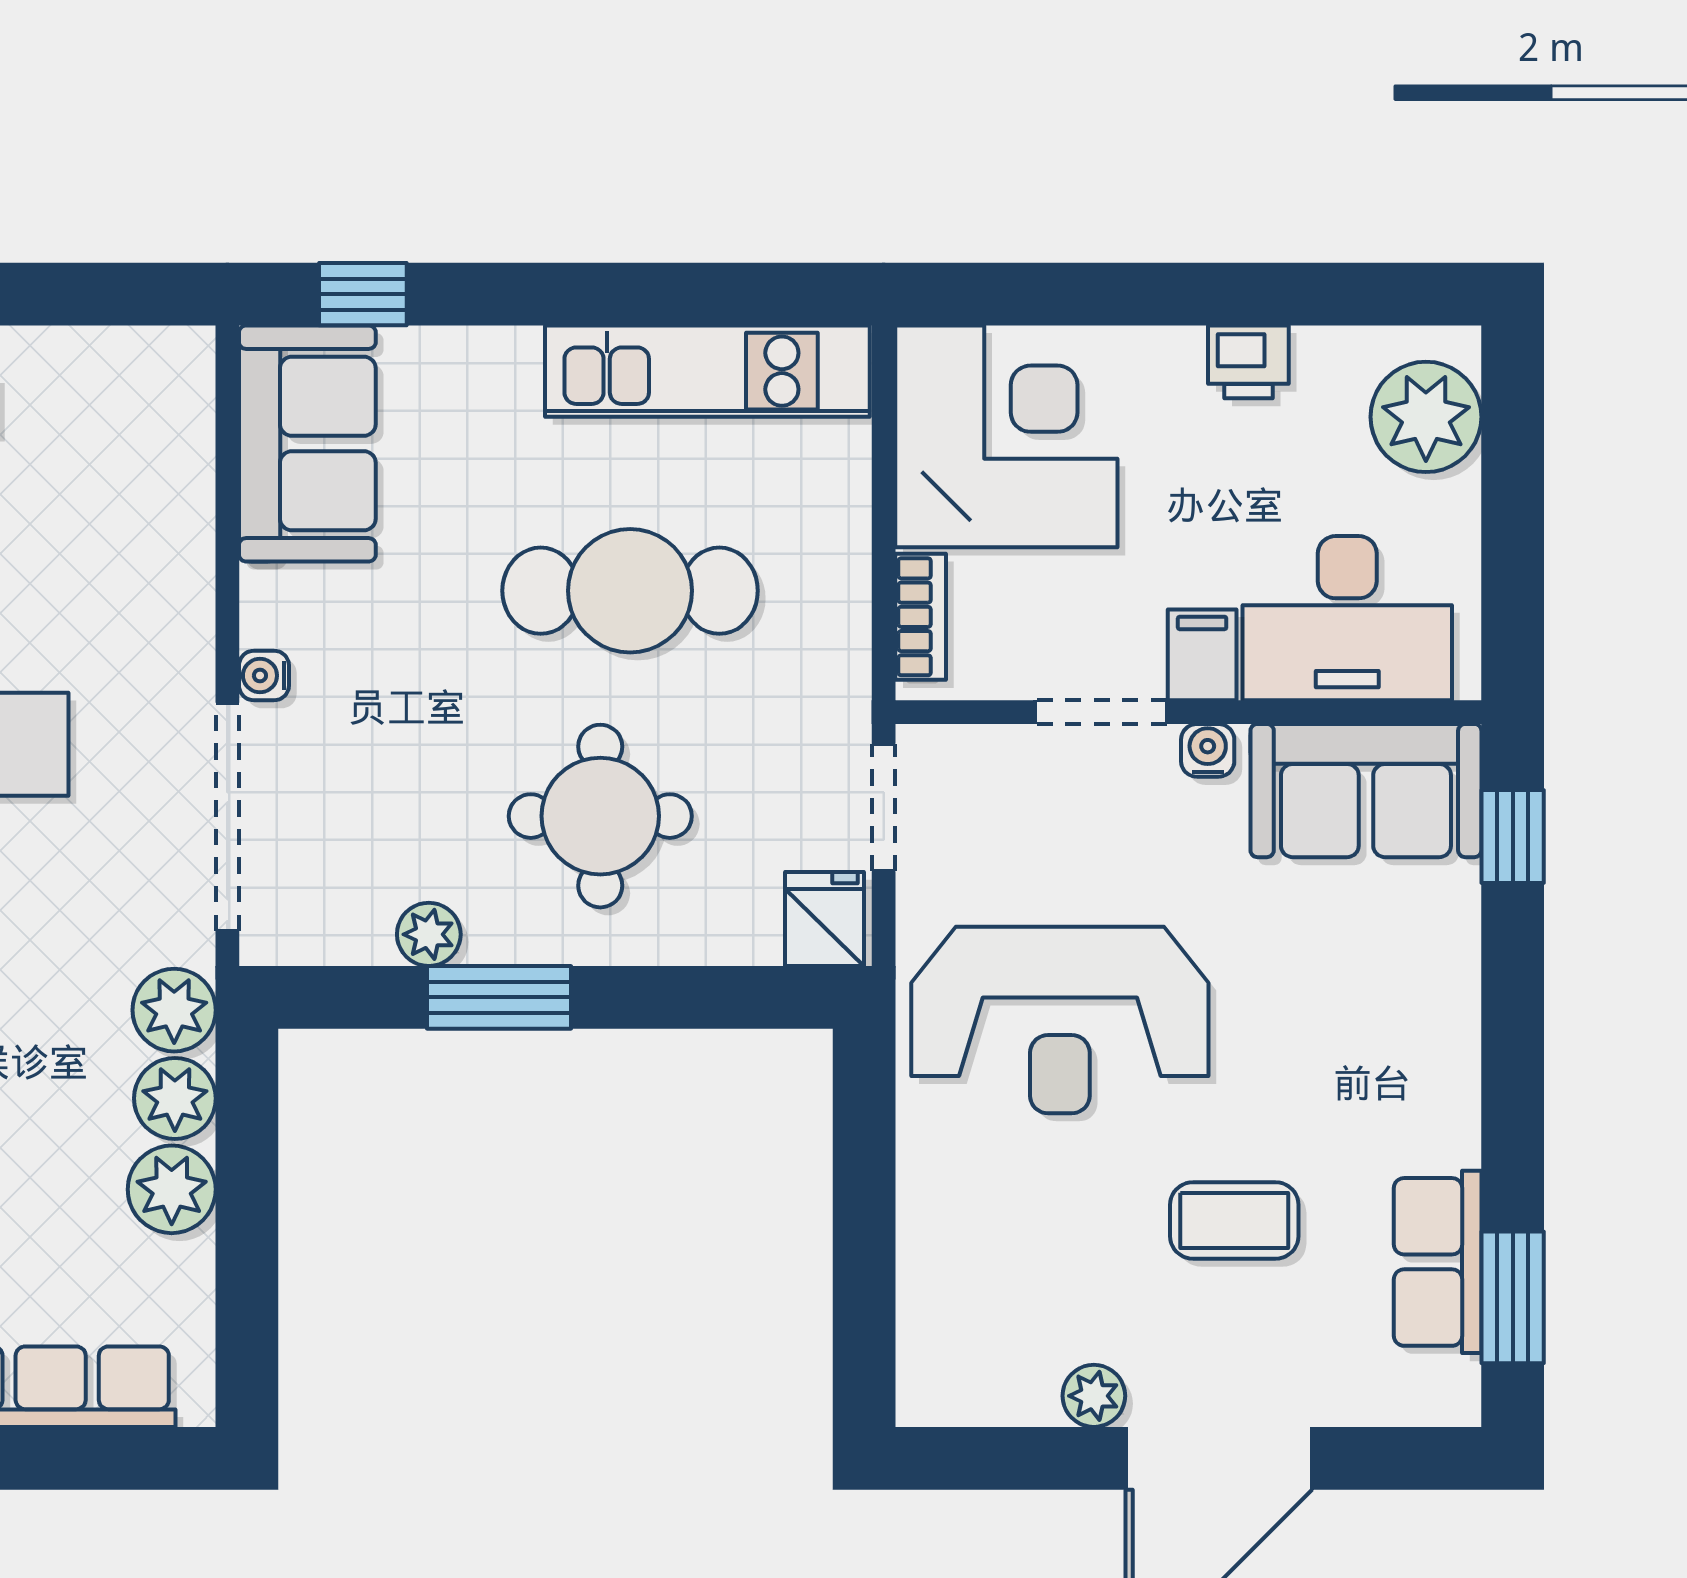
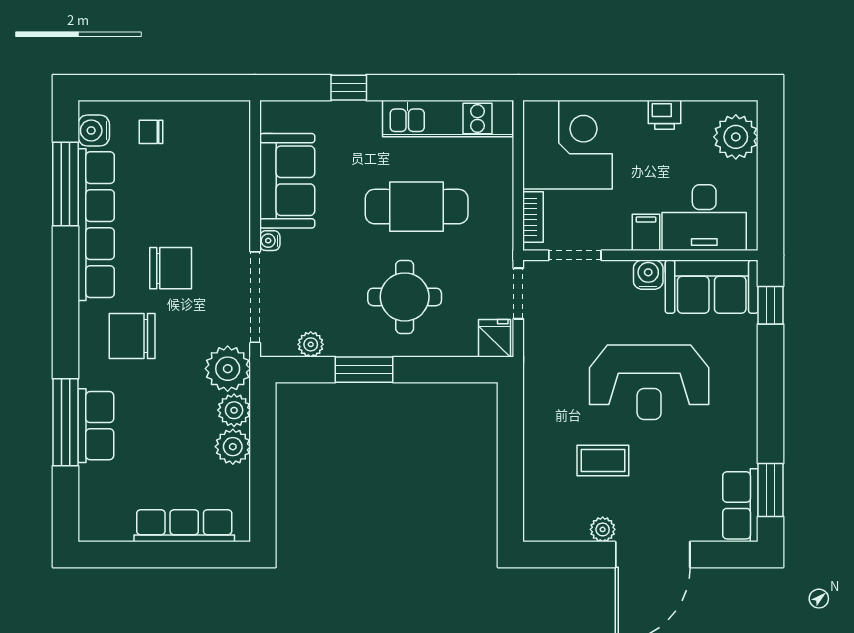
window: (363, 294) -> (349, 88), moved
sofa: (307, 444) -> (287, 181), moved
doorway: (1101, 712) -> (575, 255), moved
water cooler: (1208, 750) -> (648, 275), width x1.38, depth x1.38
plant: (429, 934) -> (311, 344), moved
plant: (174, 1010) -> (228, 369), width x1.36, depth x1.36
reception desk: (1060, 1020) -> (649, 382), moved
coffee table: (1234, 1220) -> (603, 461), moved
row of seats: (1438, 1262) -> (740, 505), moved

